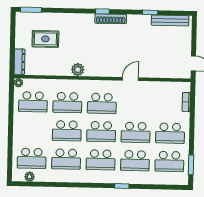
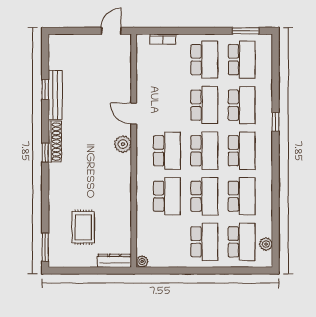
bench: (170, 21) -> (55, 95), moved
plant: (78, 70) -> (123, 144), moved
school desk: (33, 102) -> (204, 242), moved

